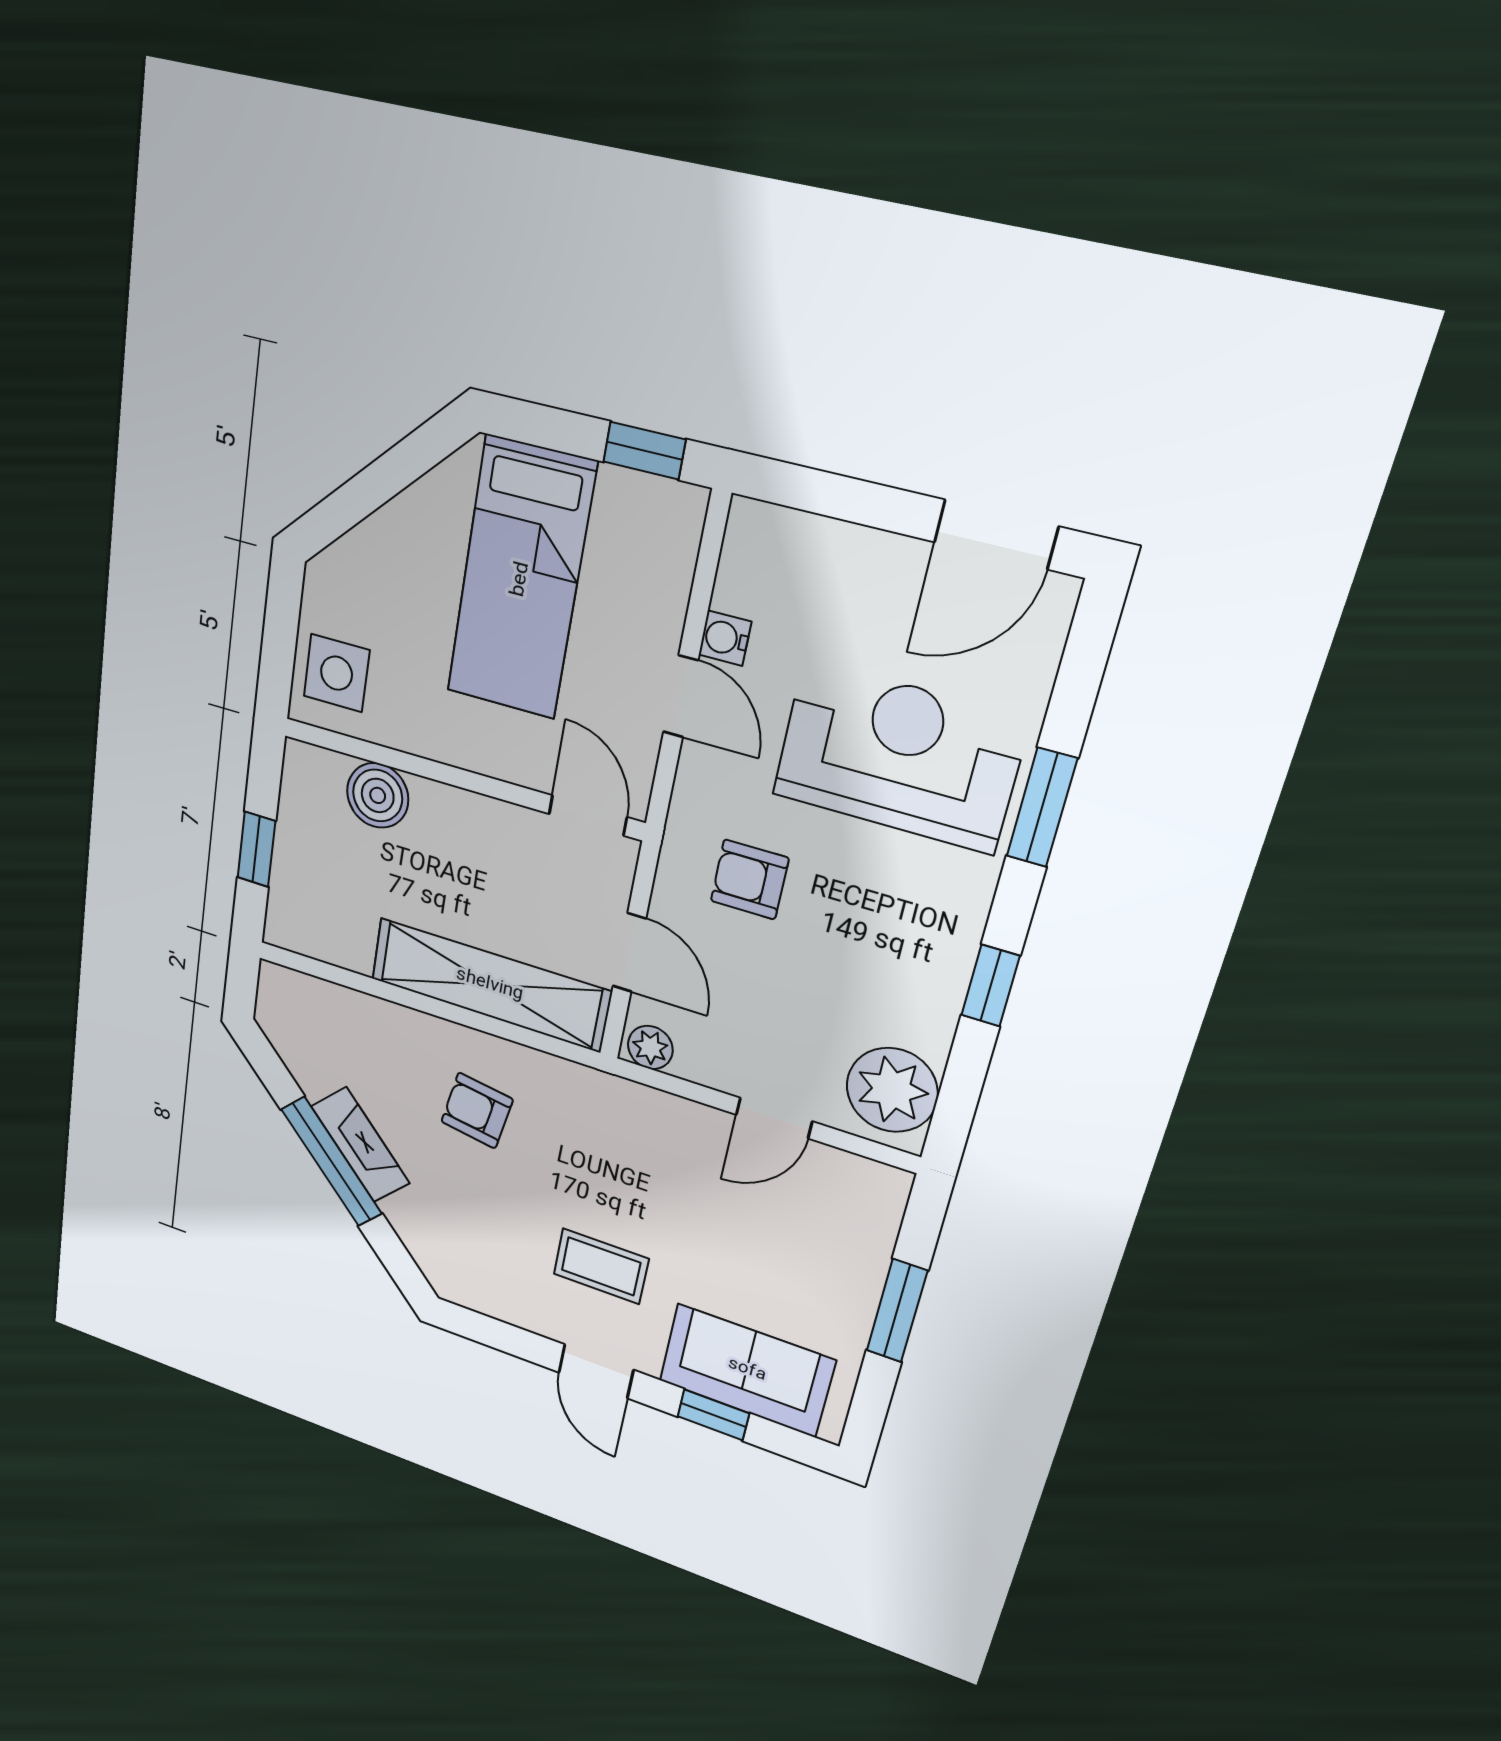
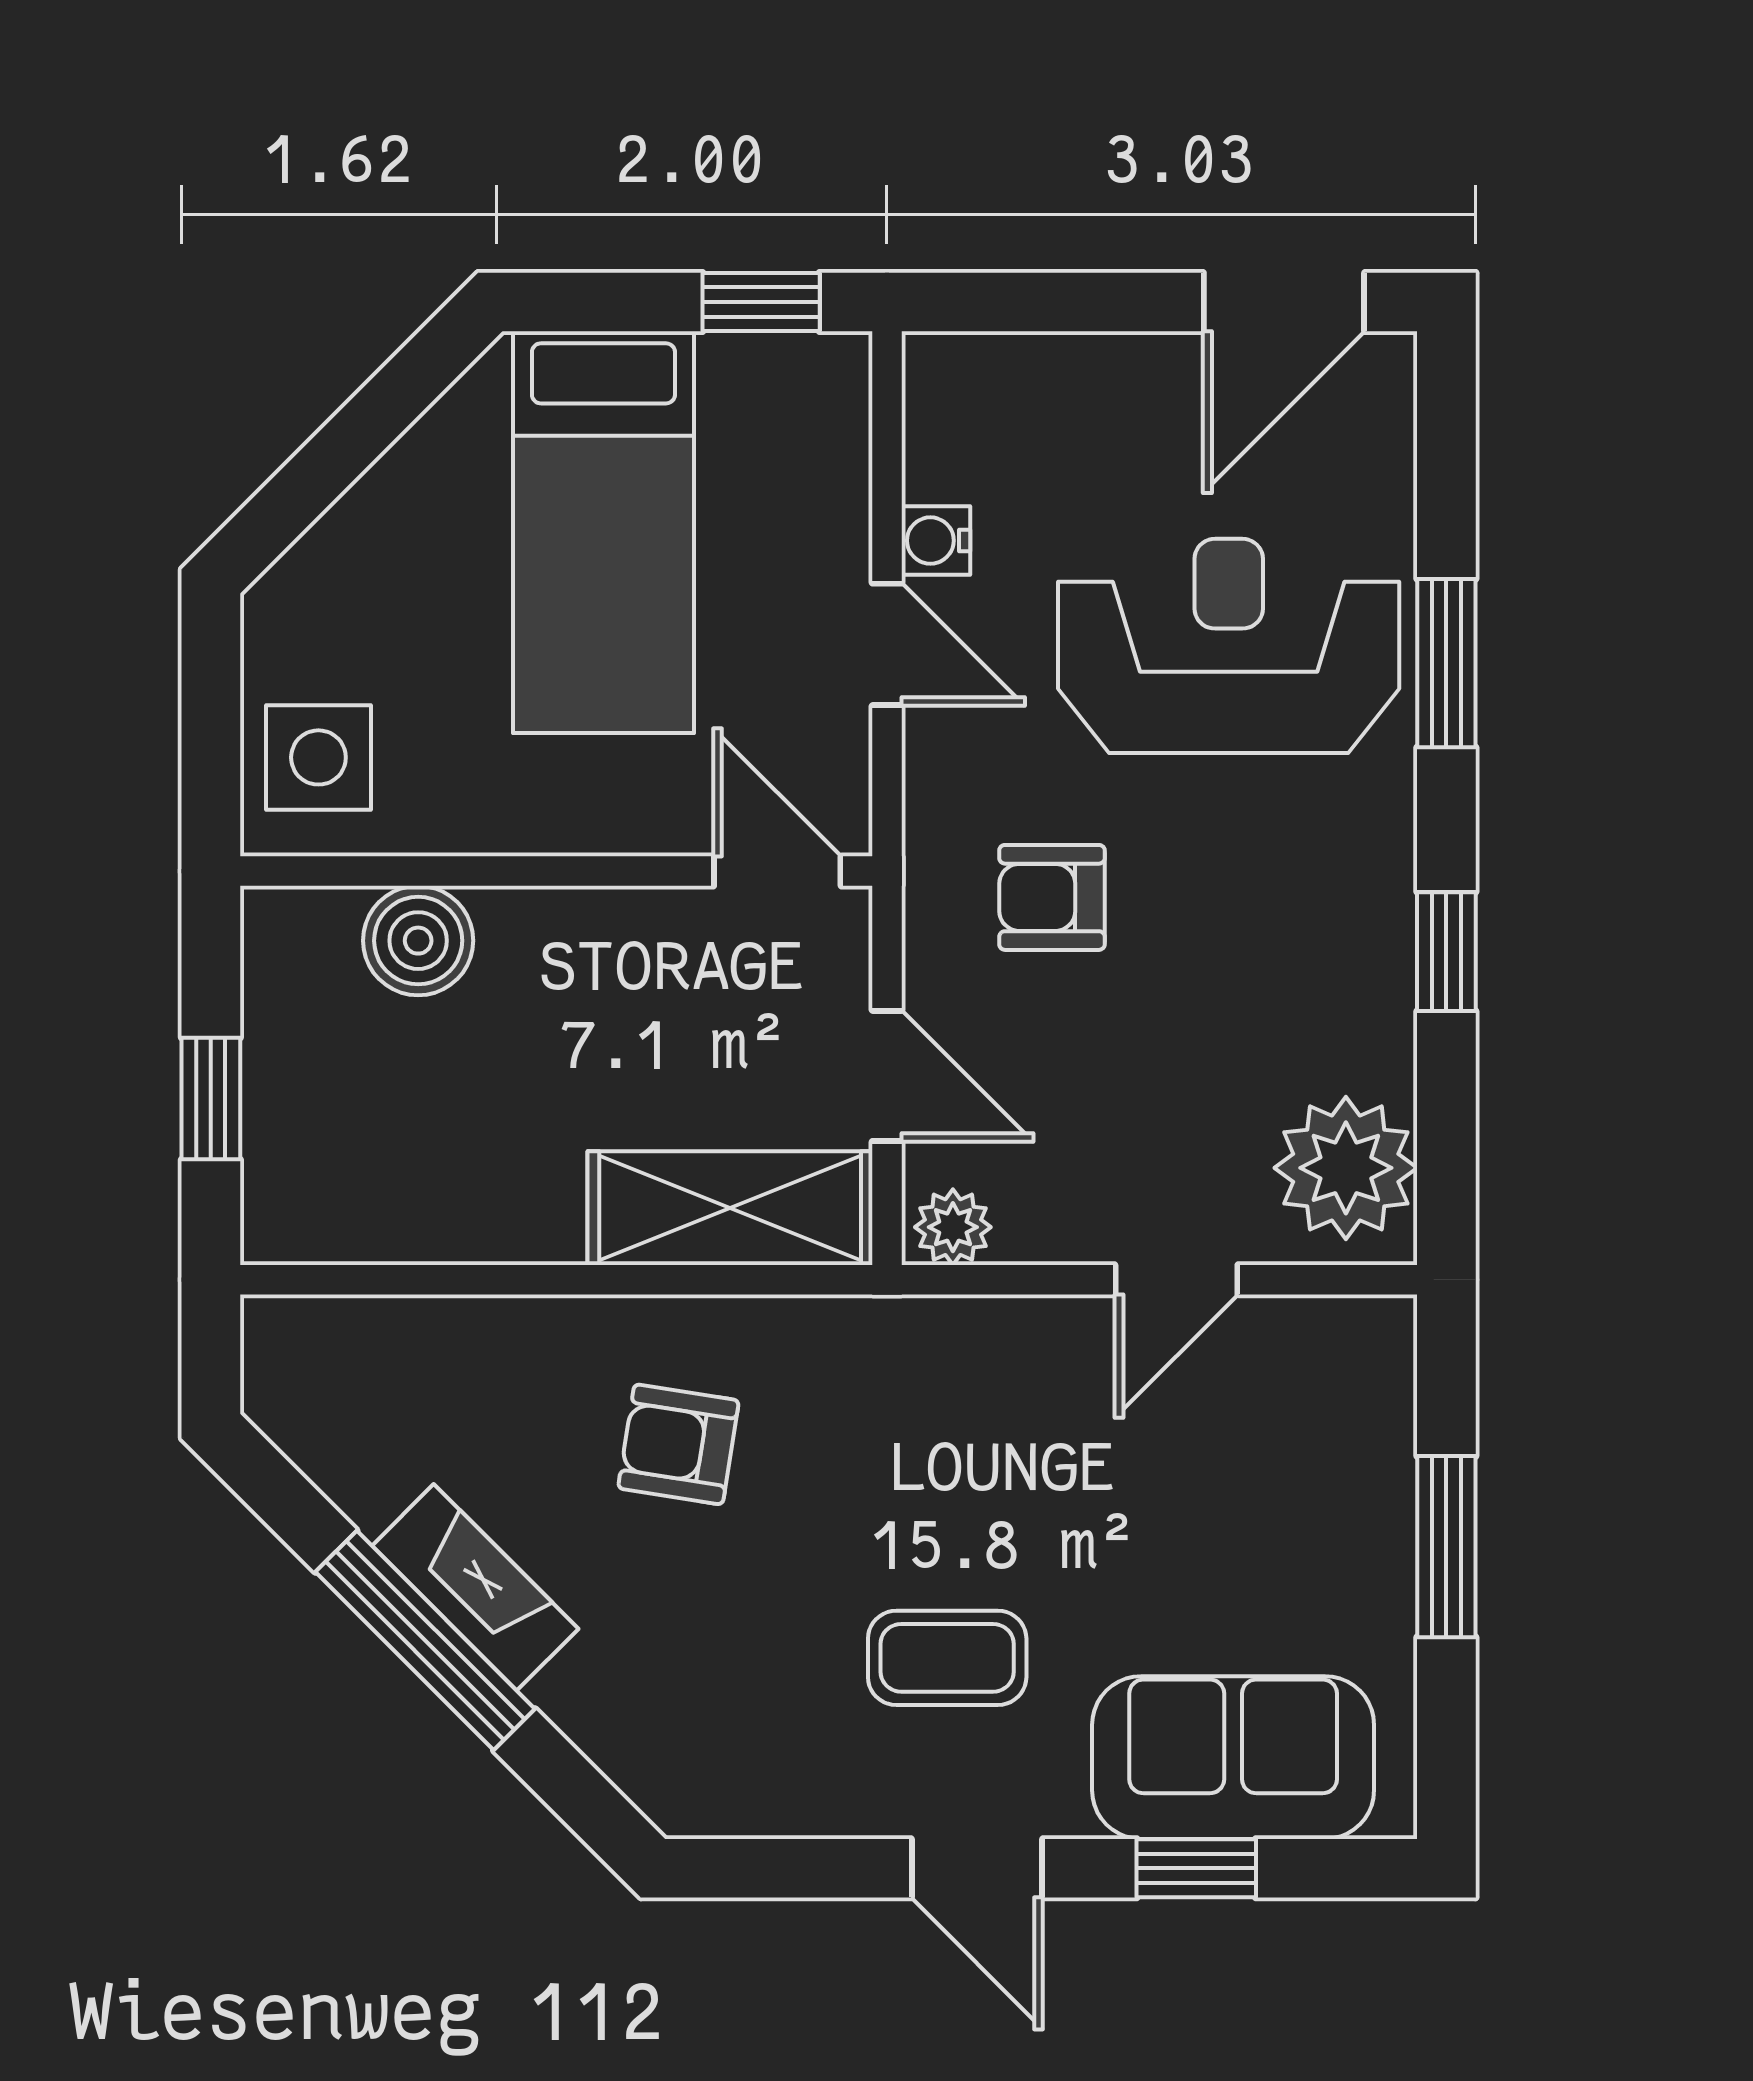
shelving: (490, 985) -> (730, 1208), width x0.68

